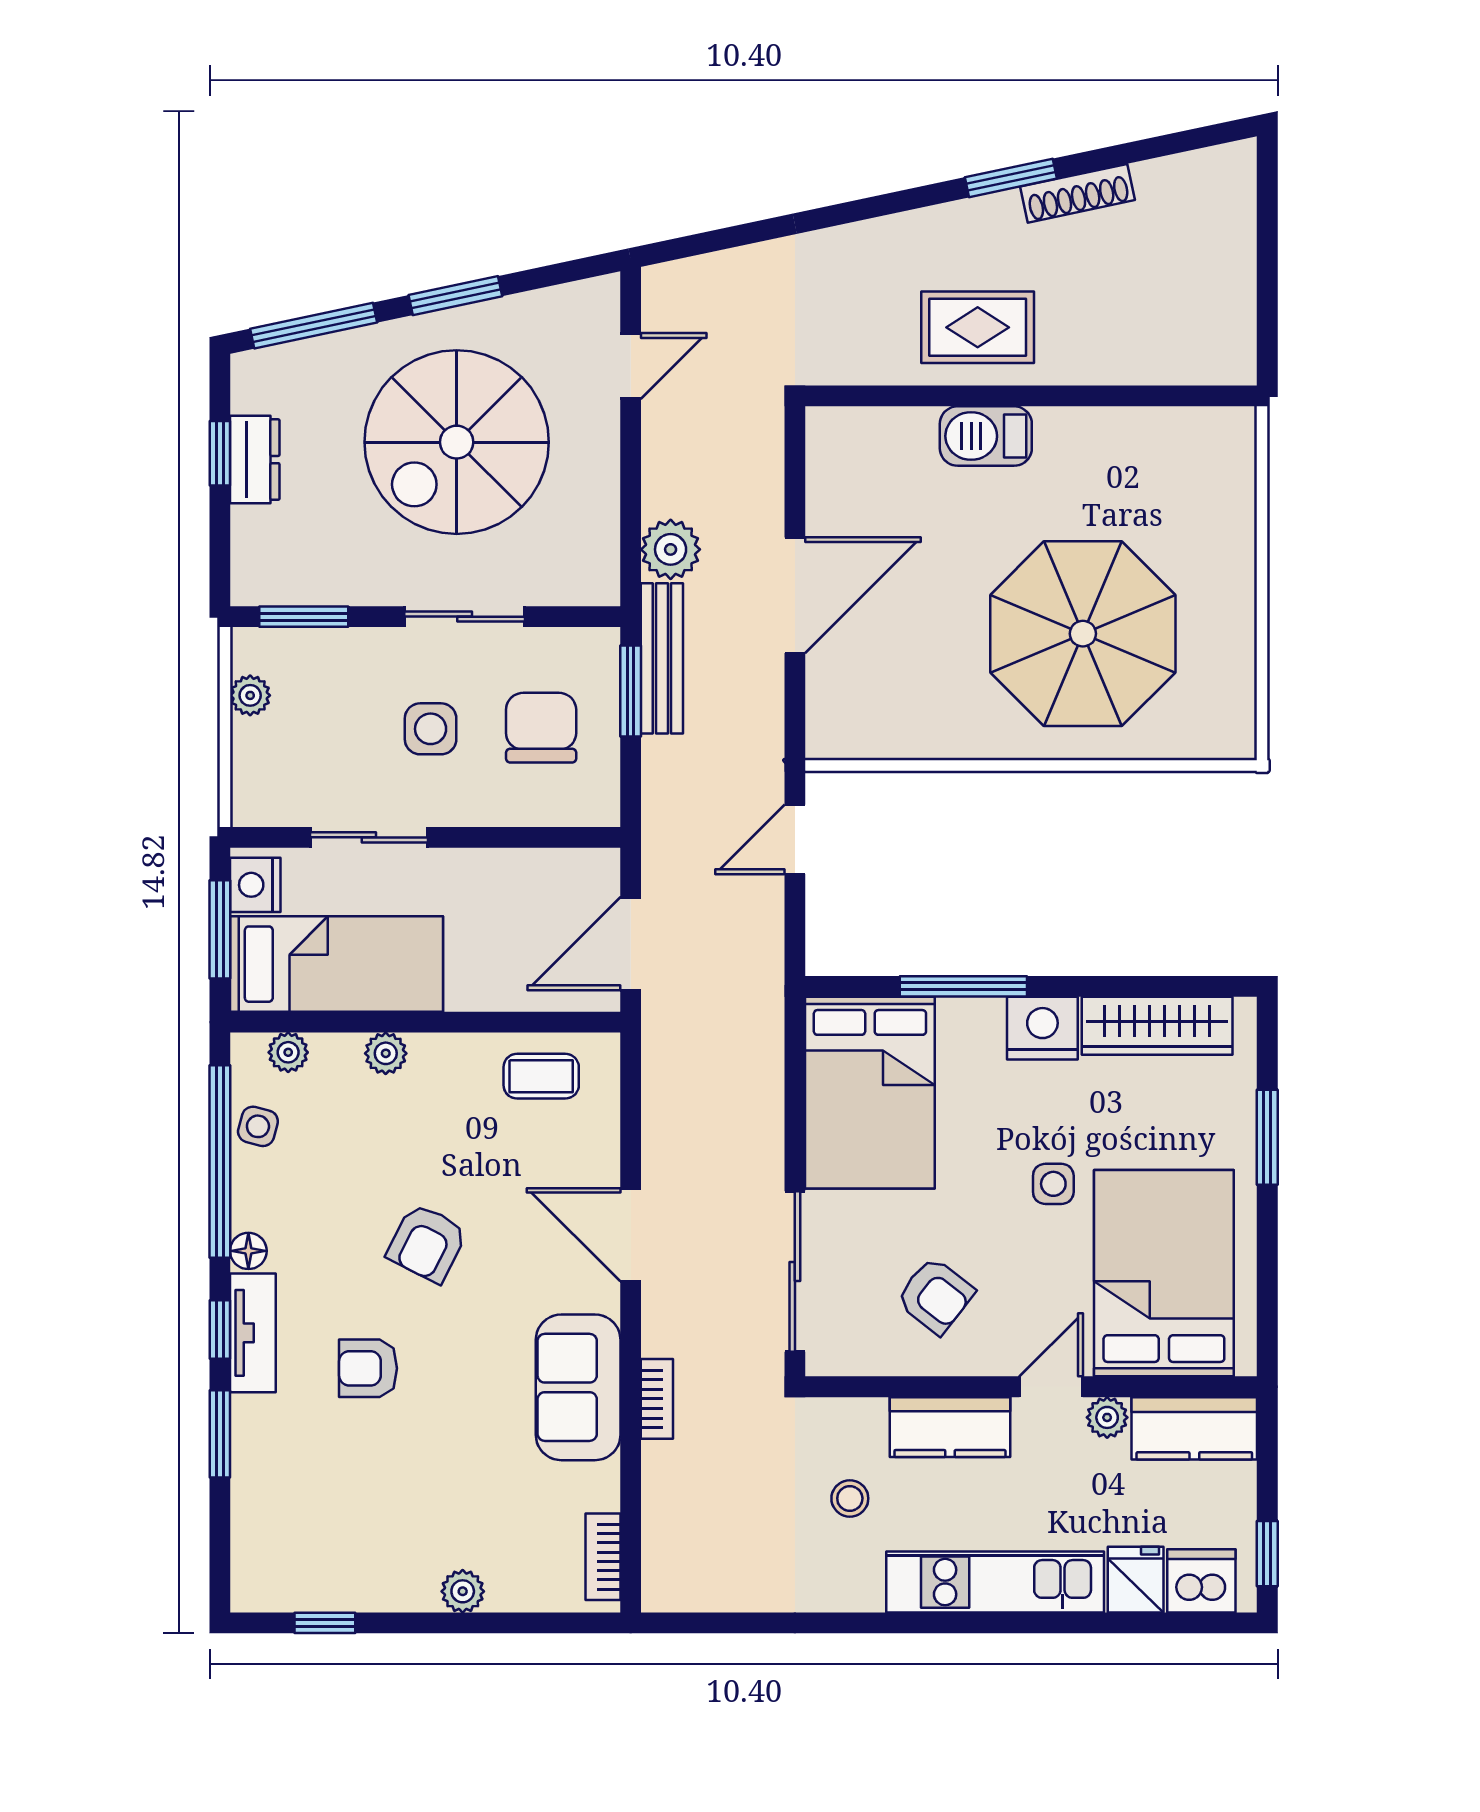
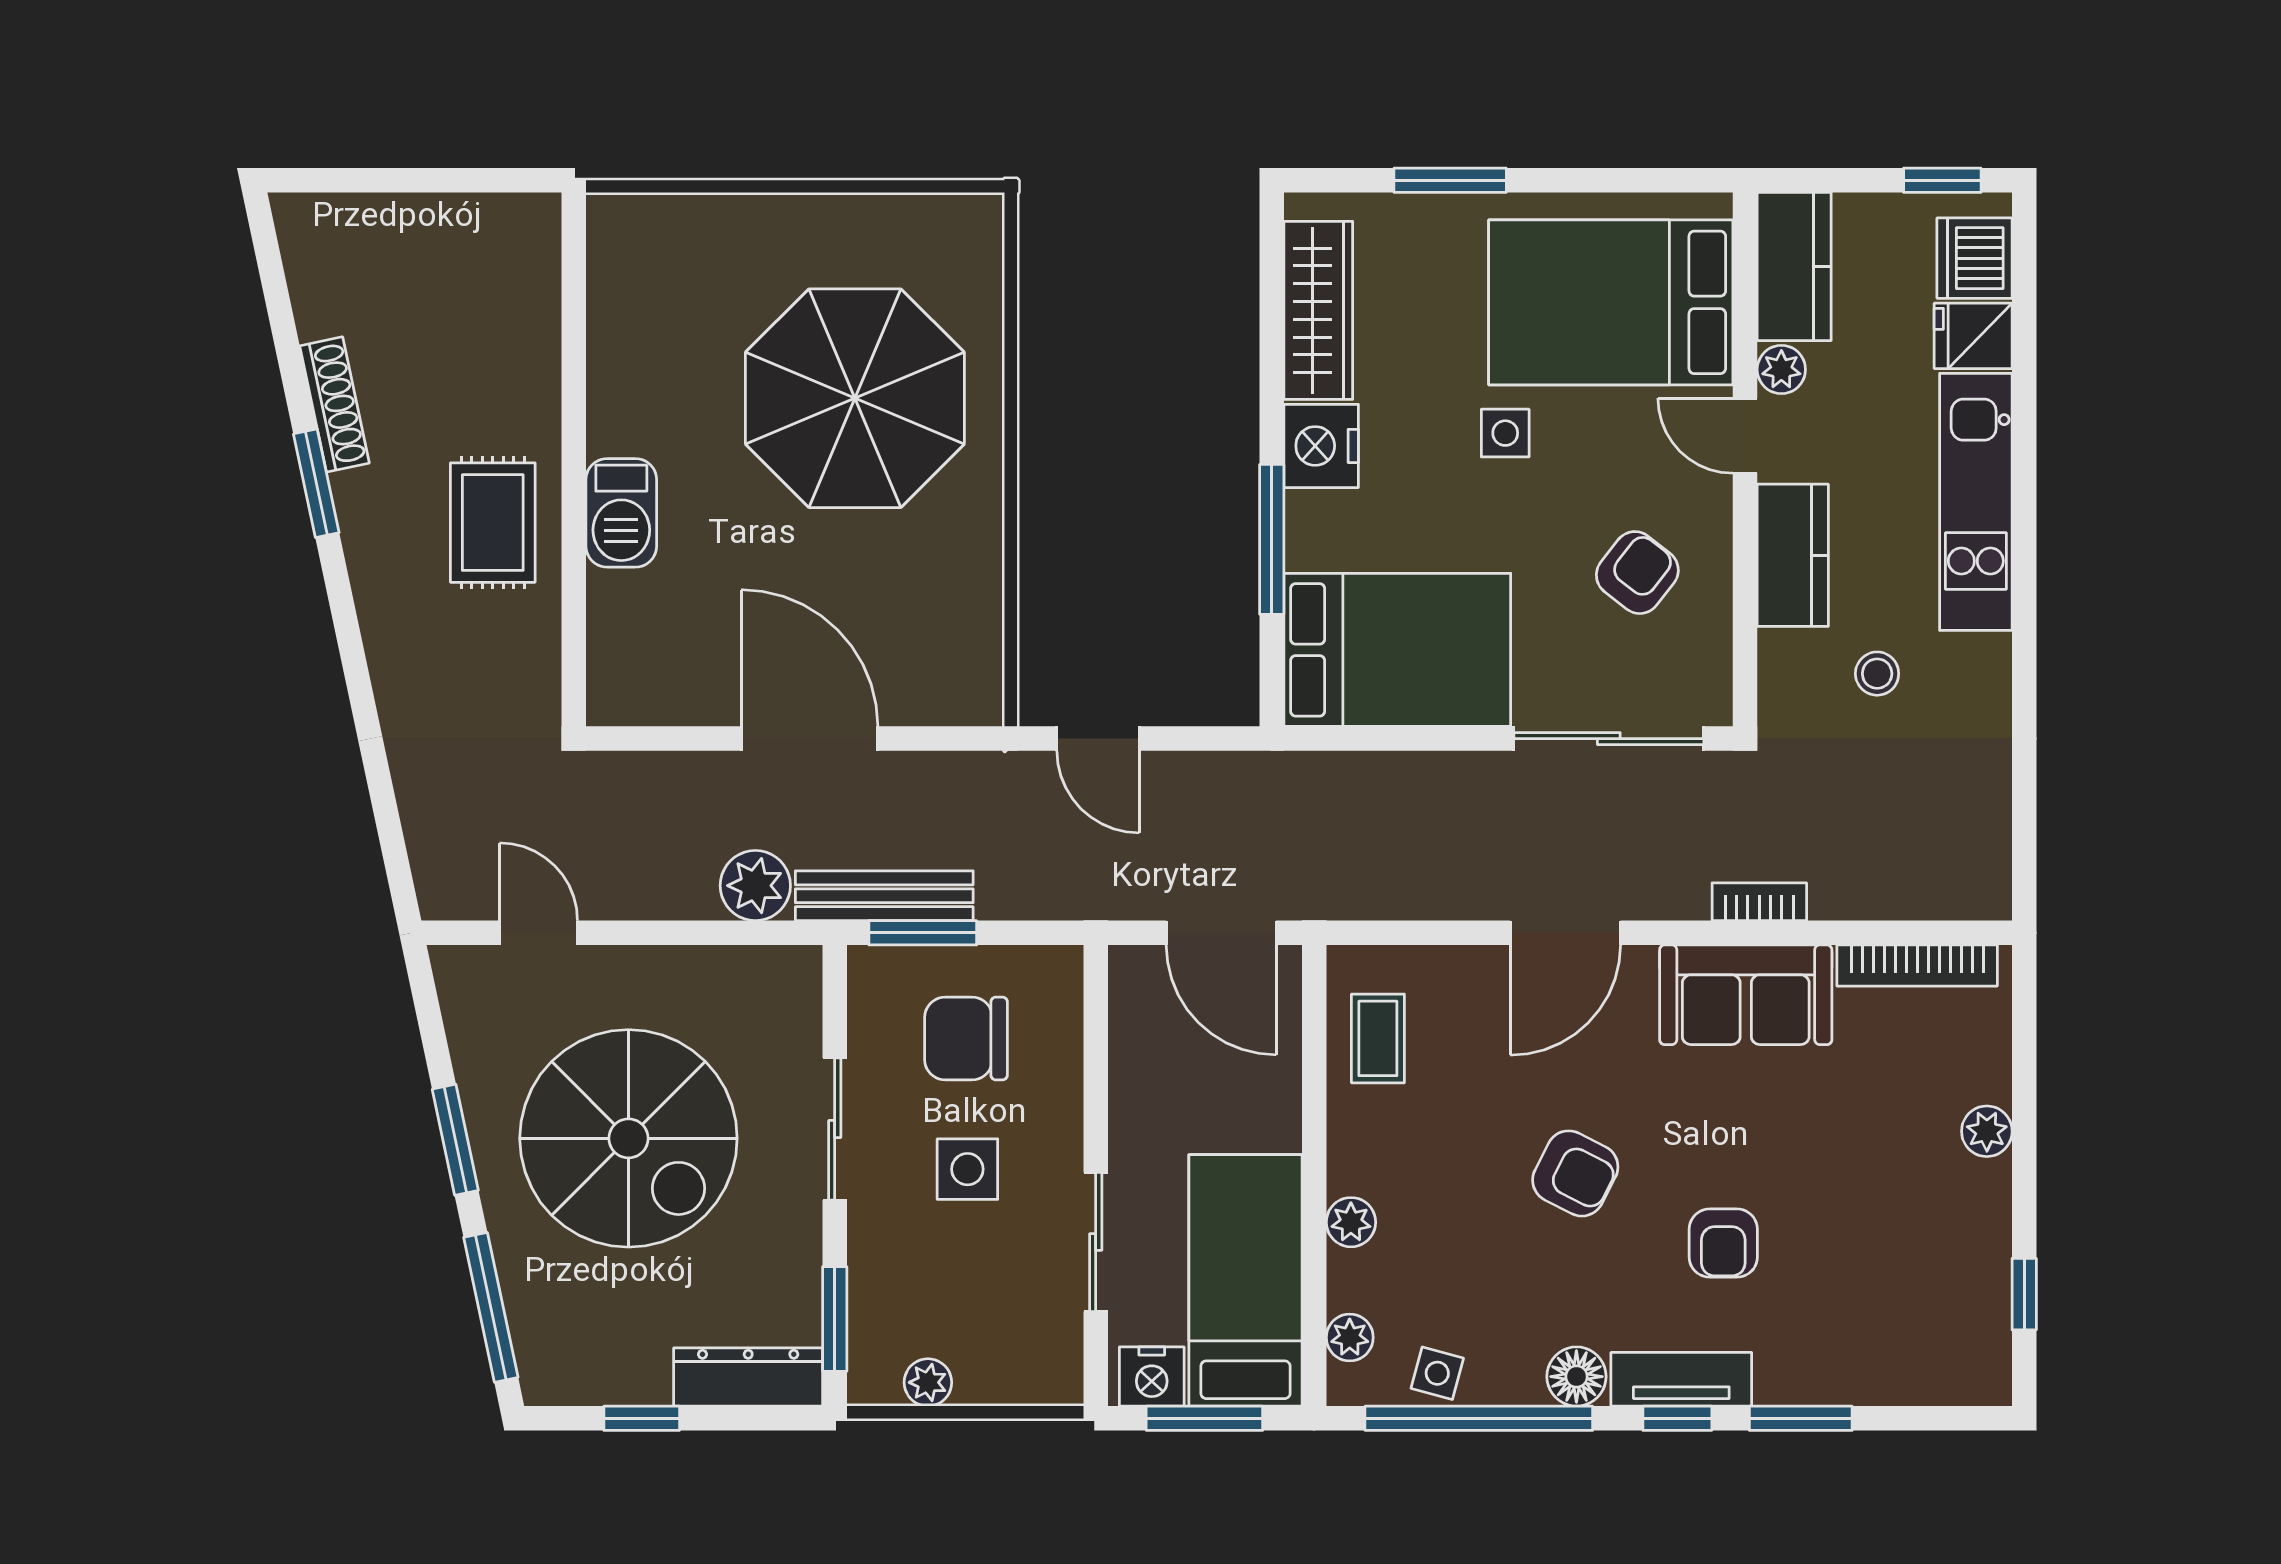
dresser: (255, 460) -> (748, 1377), moved, width x1.44
floor lamp: (248, 1251) -> (1576, 1377), width x1.37, depth x1.37
bookcase: (603, 1557) -> (1917, 965), width x1.56

